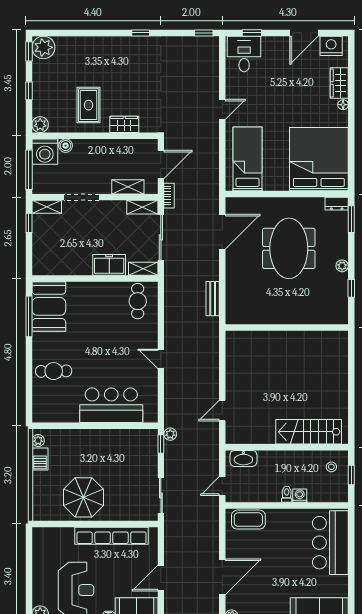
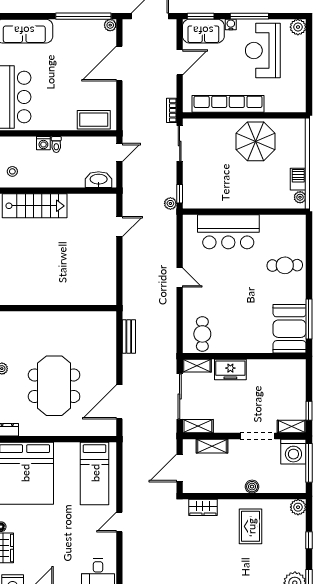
wardrobe: (124, 124) -> (203, 507), moved
boiler: (66, 146) -> (252, 487), moved
washing machine: (45, 152) -> (293, 452), moved, turned 180
bookcase: (169, 196) -> (172, 110), moved

